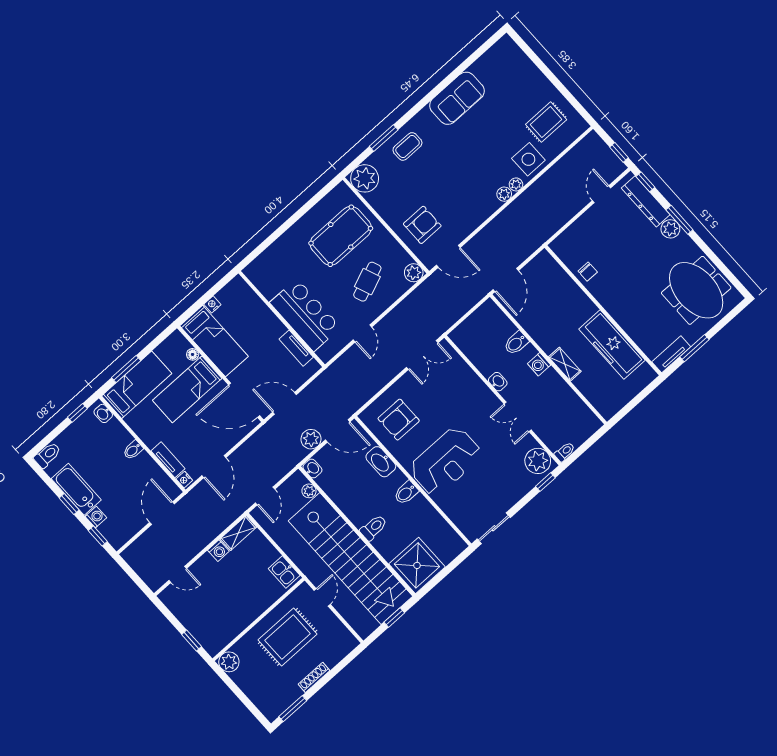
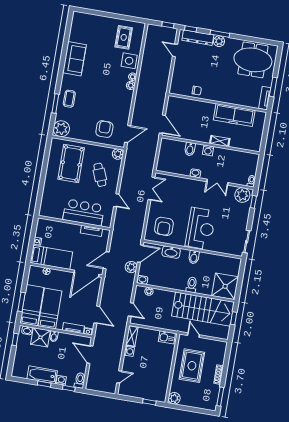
bed: (187, 389) -> (50, 308), moved, turned 180
shower: (114, 437) -> (40, 337), added
toilet: (47, 455) -> (80, 380), moved
stairs: (350, 559) -> (203, 309), width x0.73

